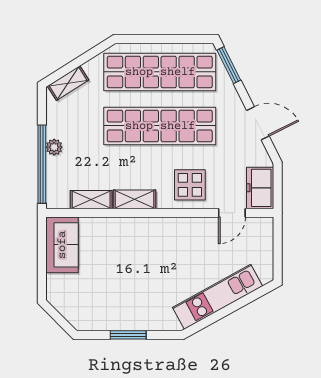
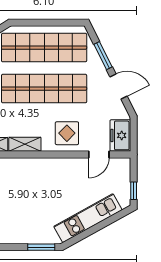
window: (229, 65) -> (103, 56), moved
window: (278, 261) -> (134, 191), added
window: (128, 335) -> (41, 247), moved

